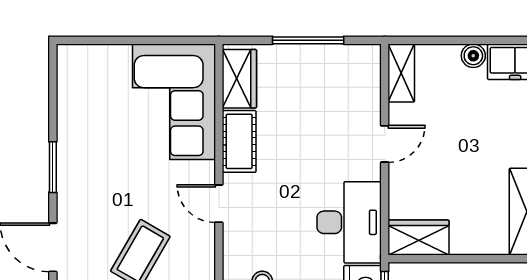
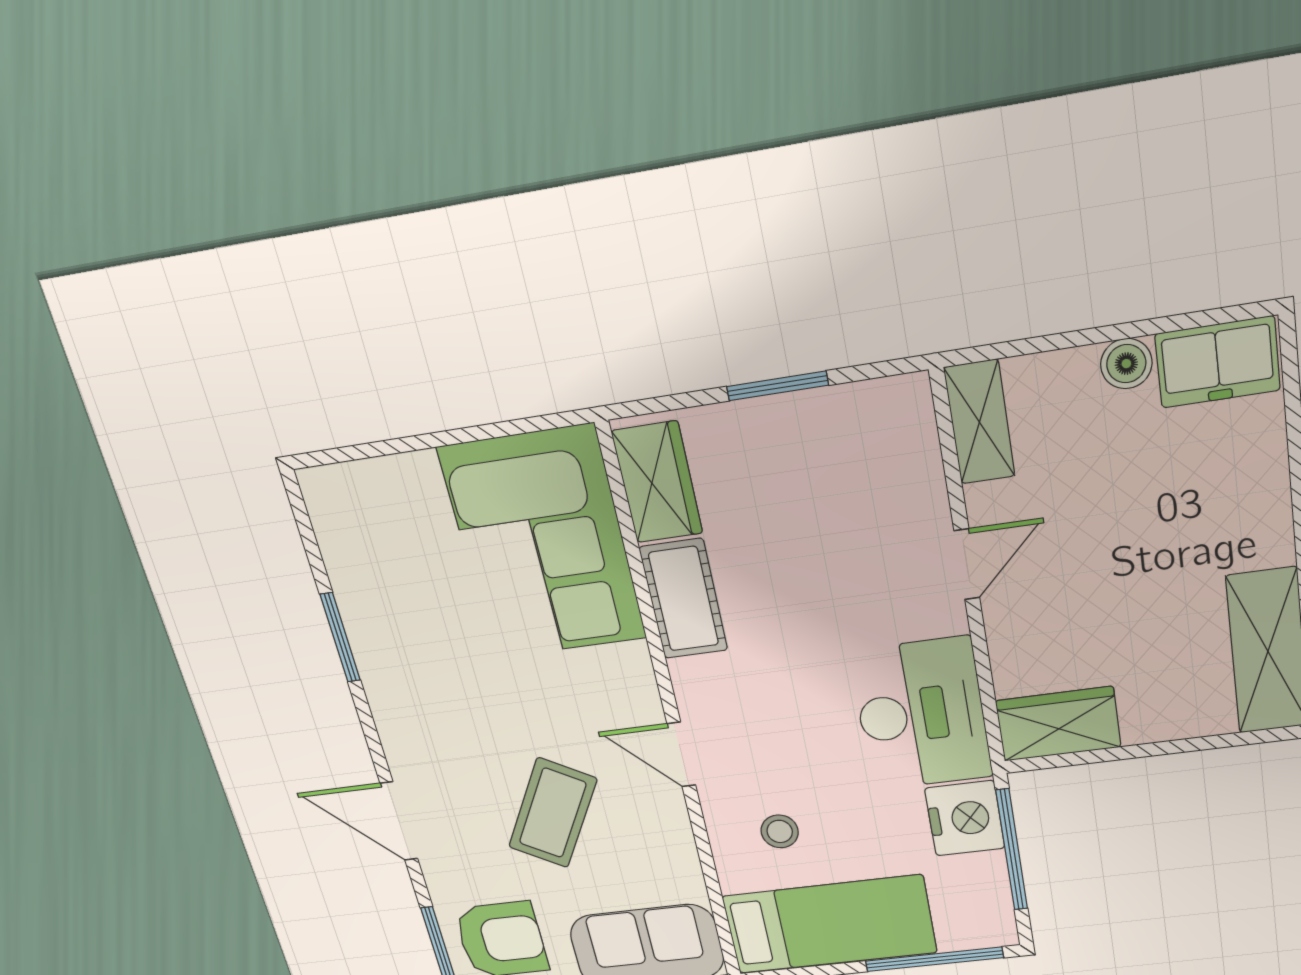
window: (308, 40) -> (777, 386), width x0.69
window: (53, 167) -> (340, 637), moved
door: (219, 204) -> (681, 754), moved

